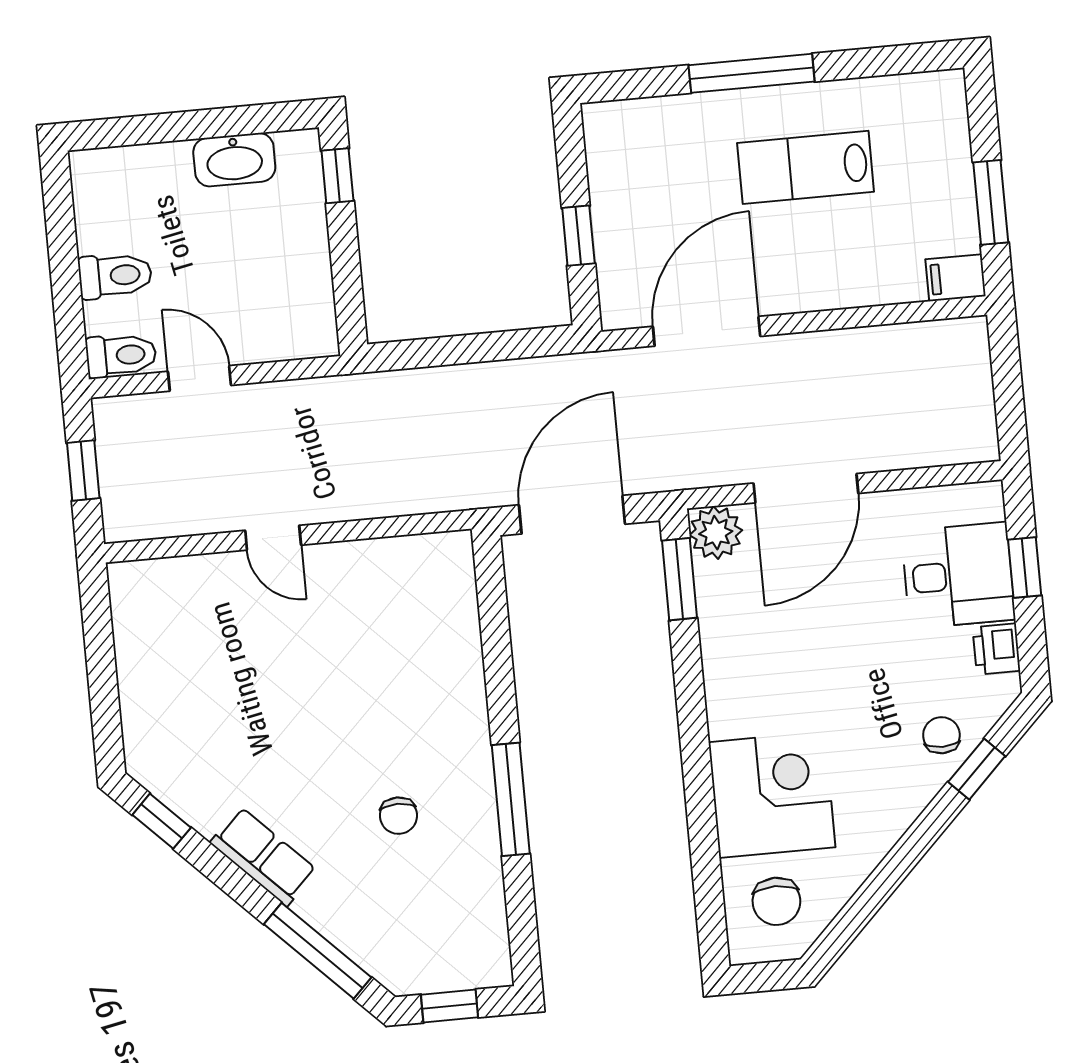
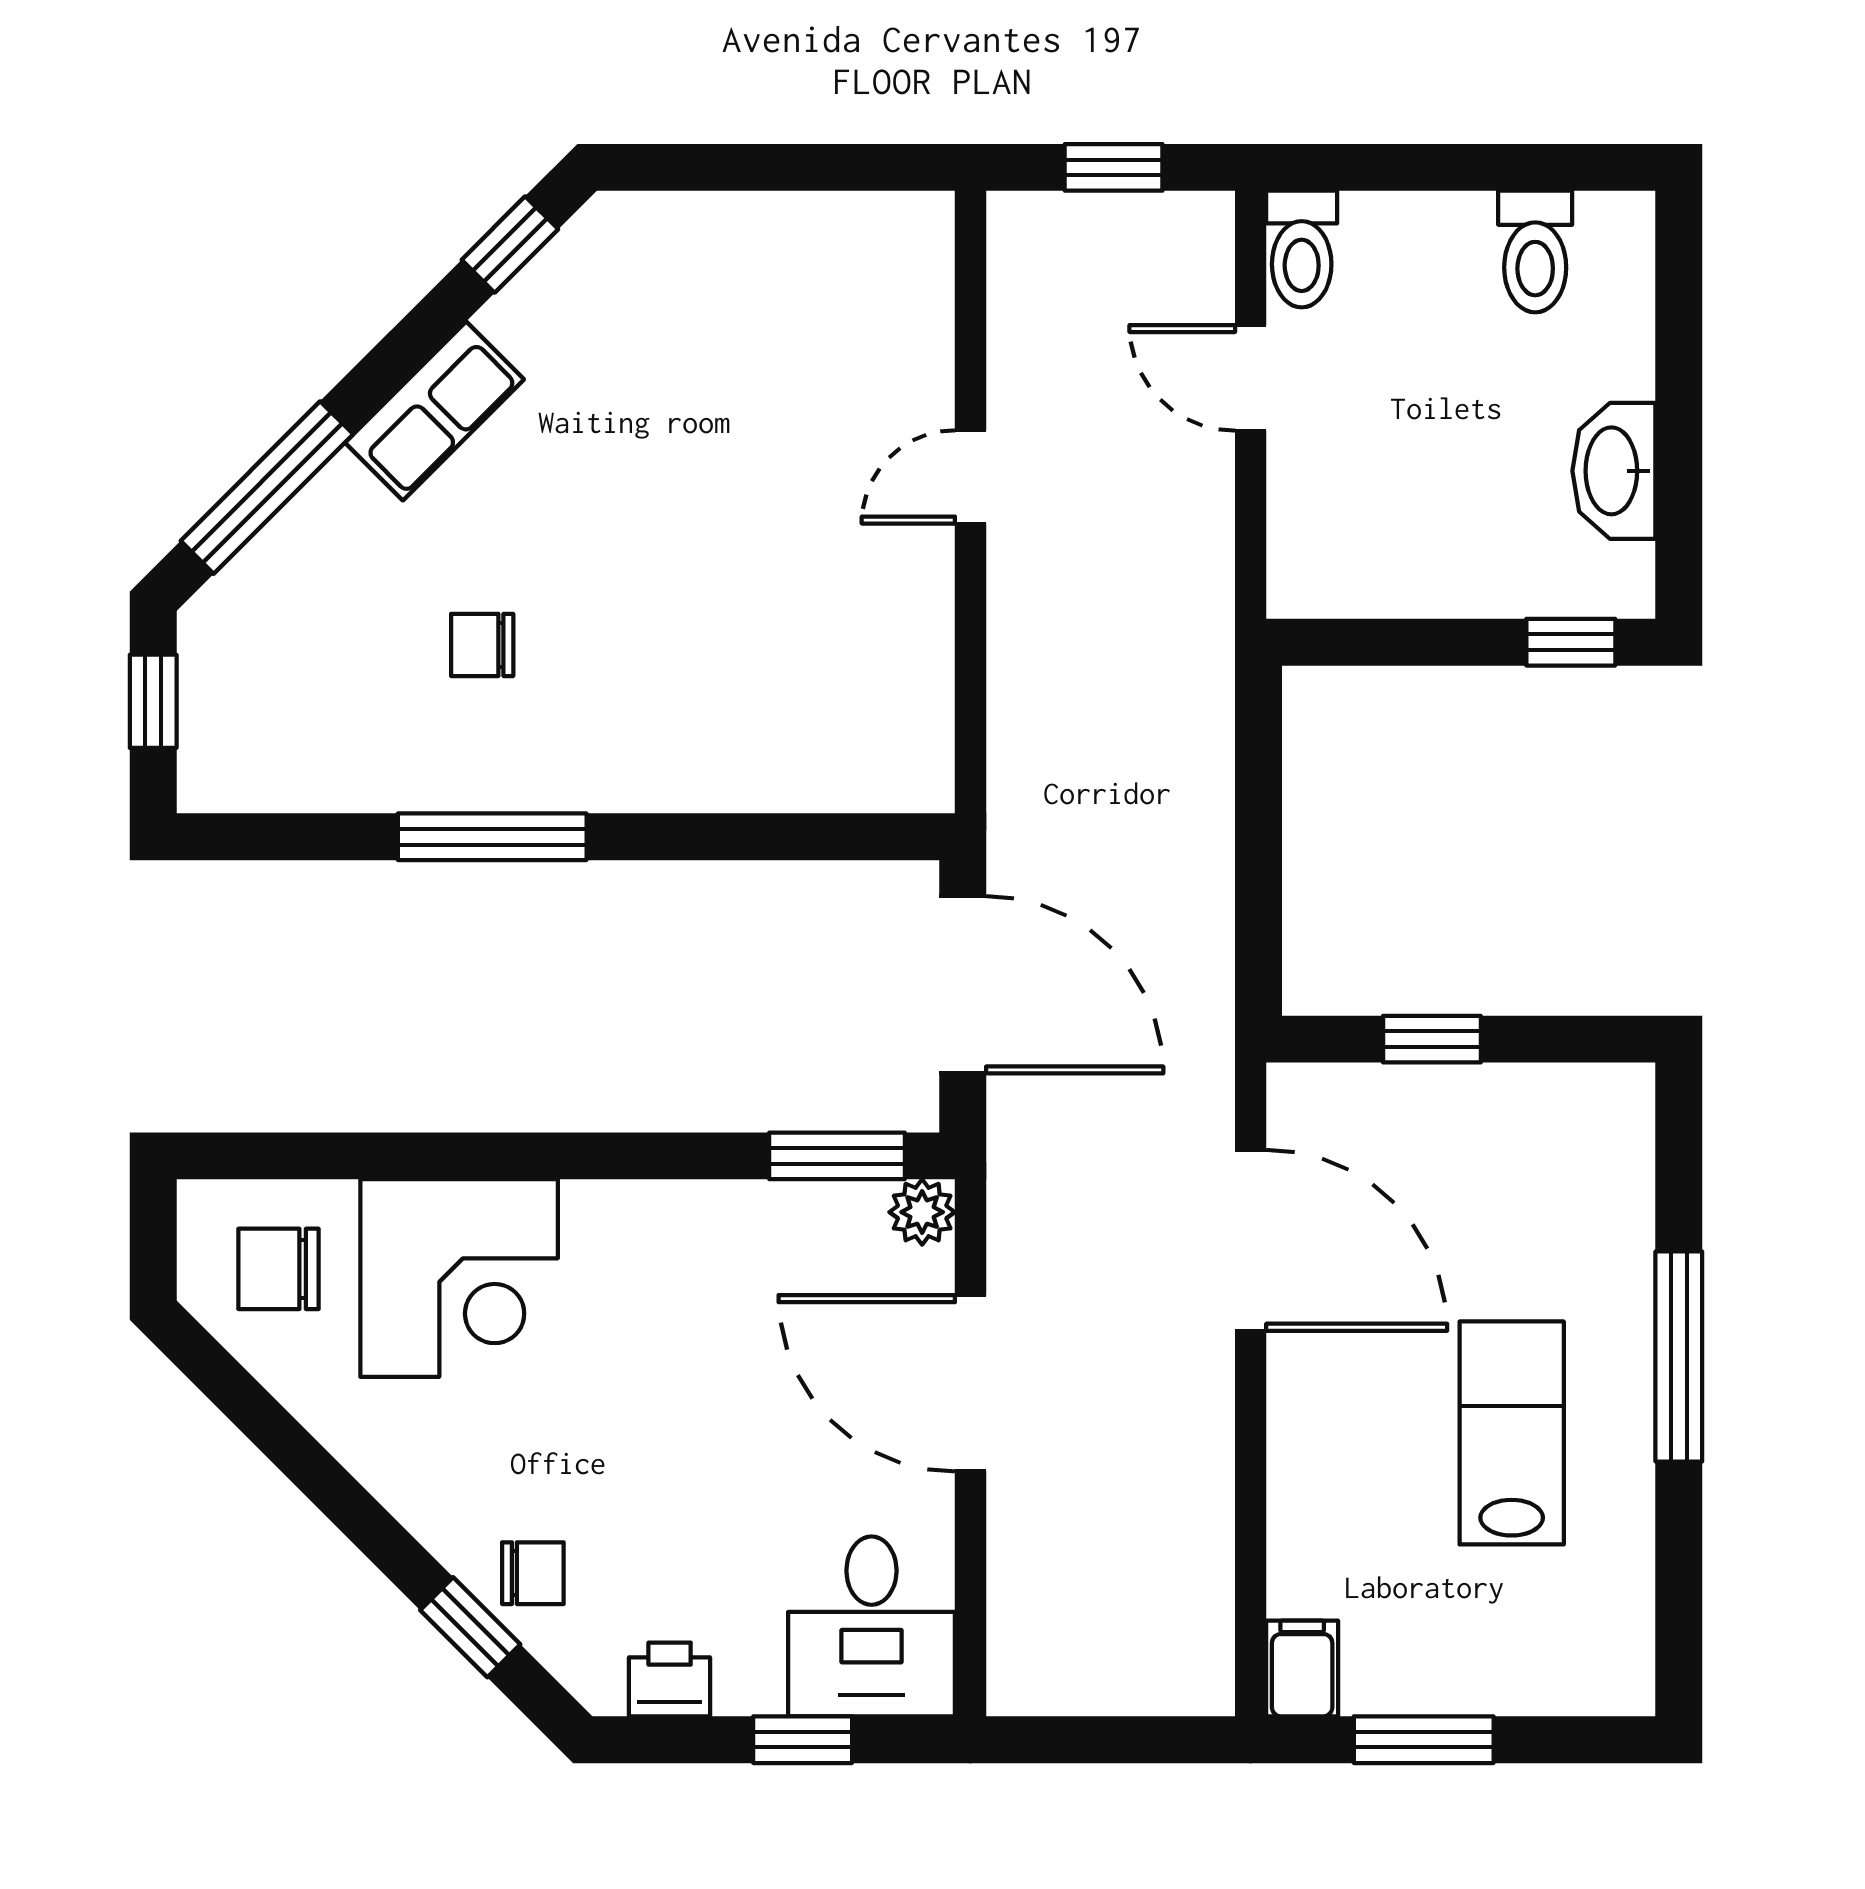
toilet: (115, 276) -> (1535, 252), moved
door: (199, 378) -> (1251, 378), swing flipped
plant: (716, 533) -> (922, 1212), width x0.73, depth x0.73
desk: (958, 575) -> (871, 1626), moved

